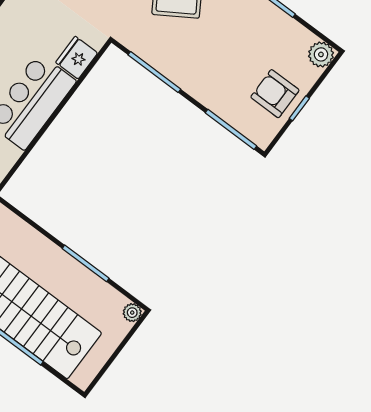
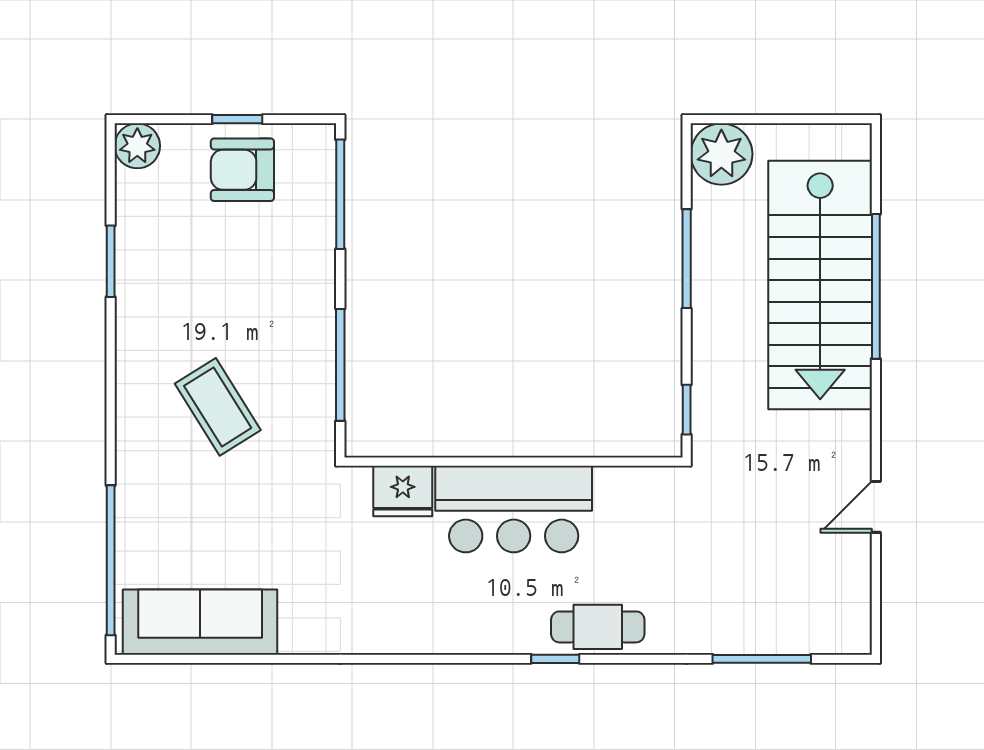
armchair: (275, 94) -> (242, 170), turned 90
window: (18, 213) -> (687, 410), added
plant: (132, 313) -> (721, 154), width x1.88, depth x1.88

